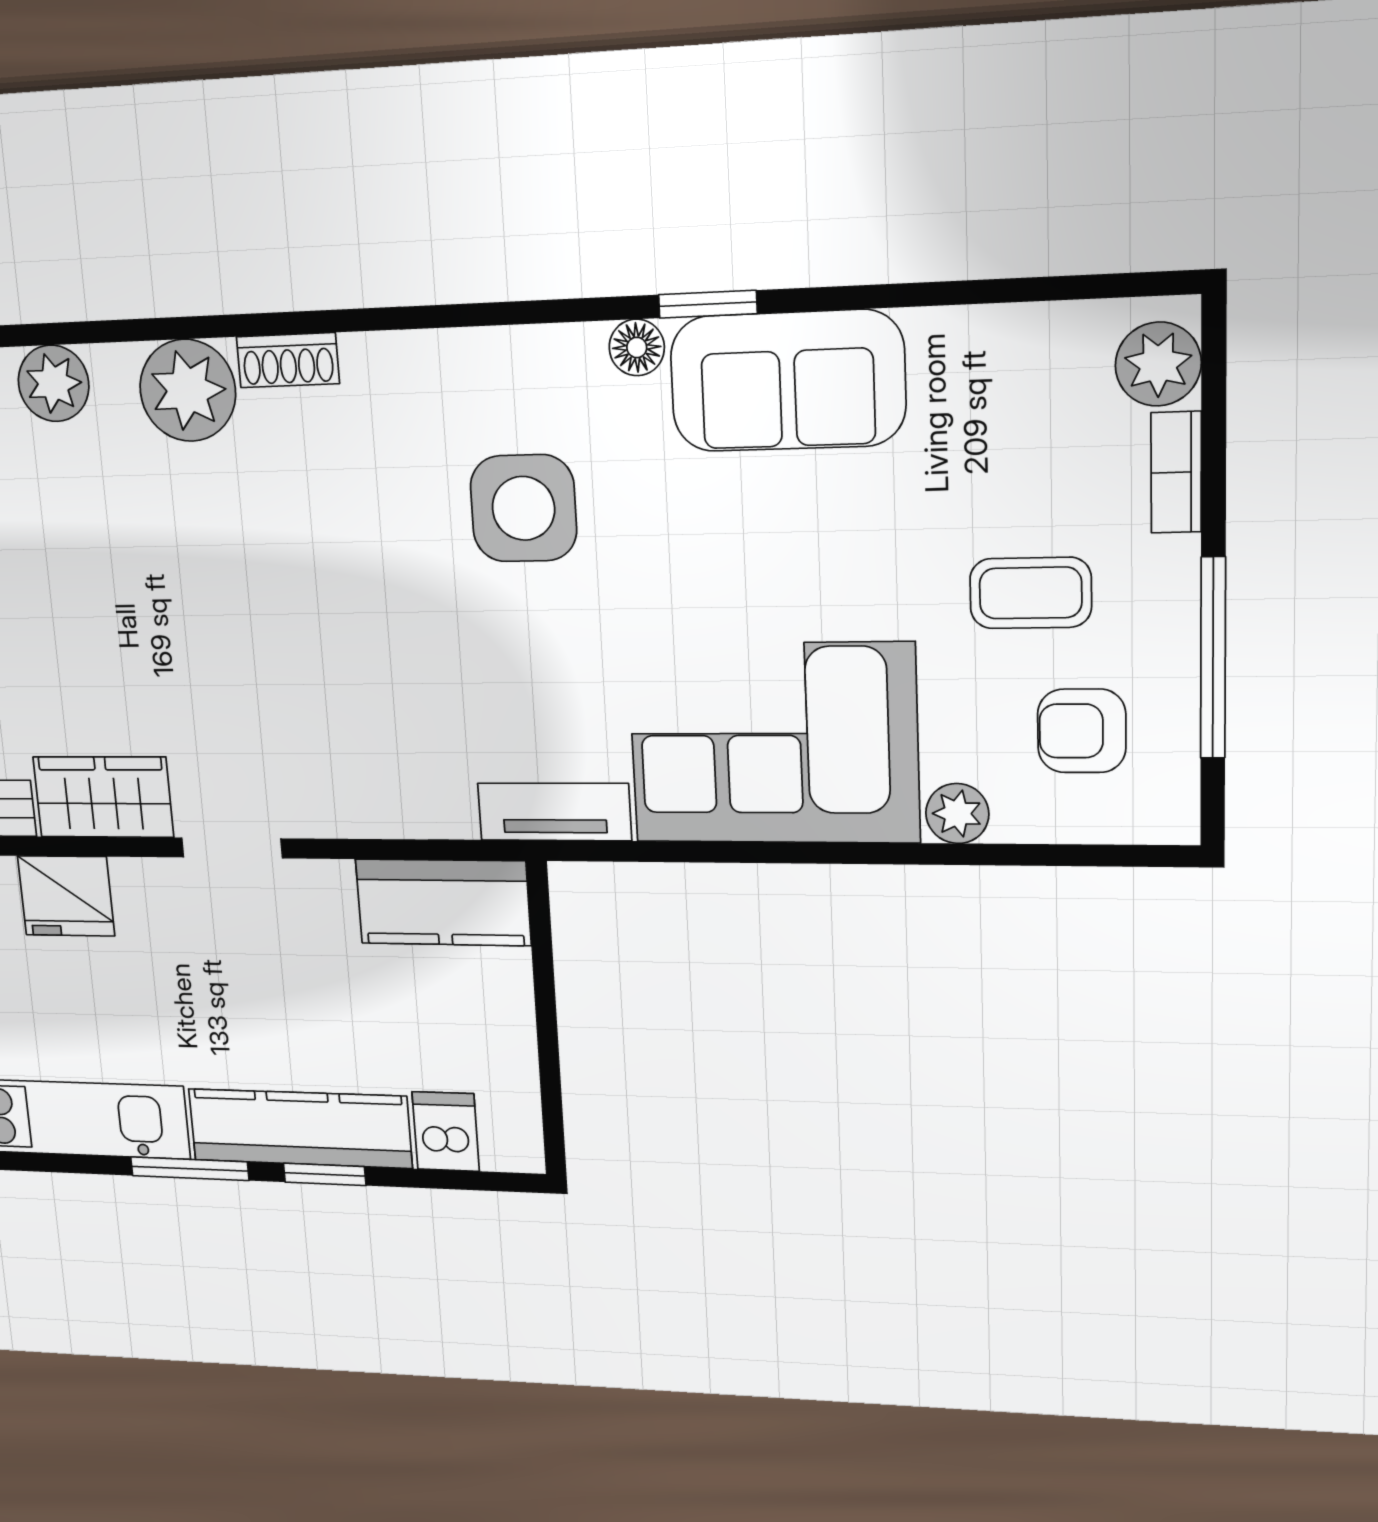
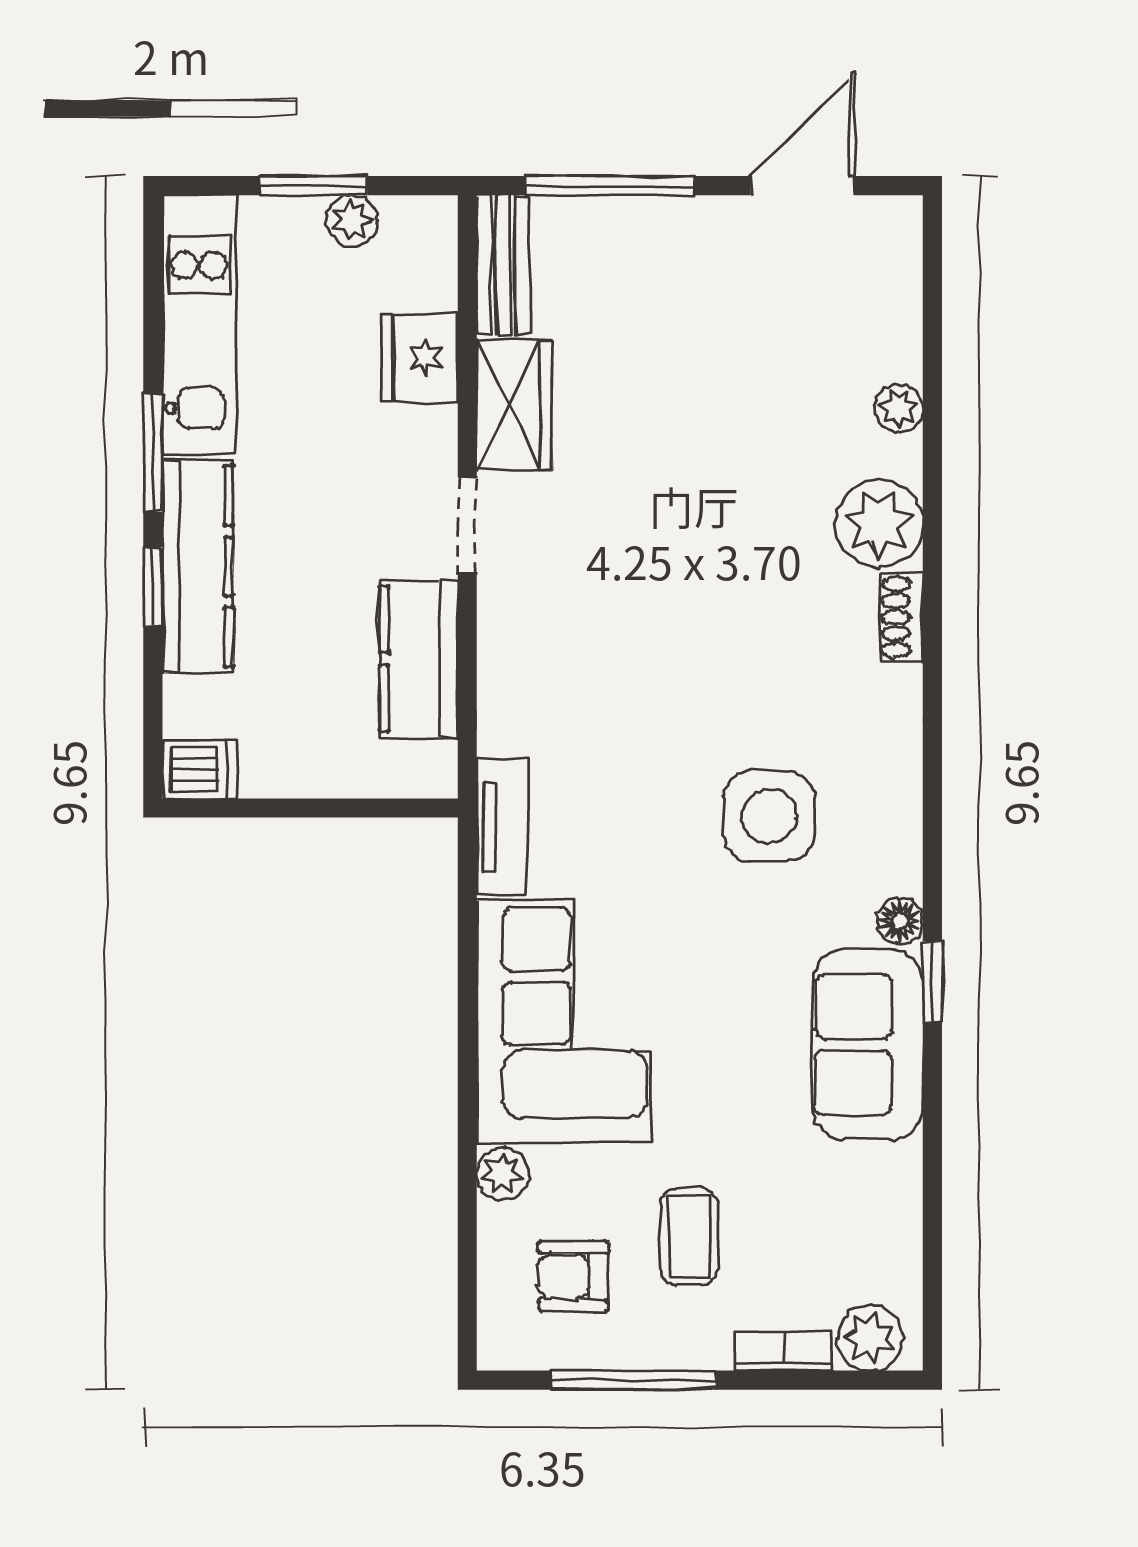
plant: (54, 383) -> (899, 408), width x0.73, depth x0.73
armchair: (1082, 731) -> (573, 1276), turned -90
kitchen counter: (443, 902) -> (418, 659), moved
dishwasher: (446, 1132) -> (200, 769), moved

